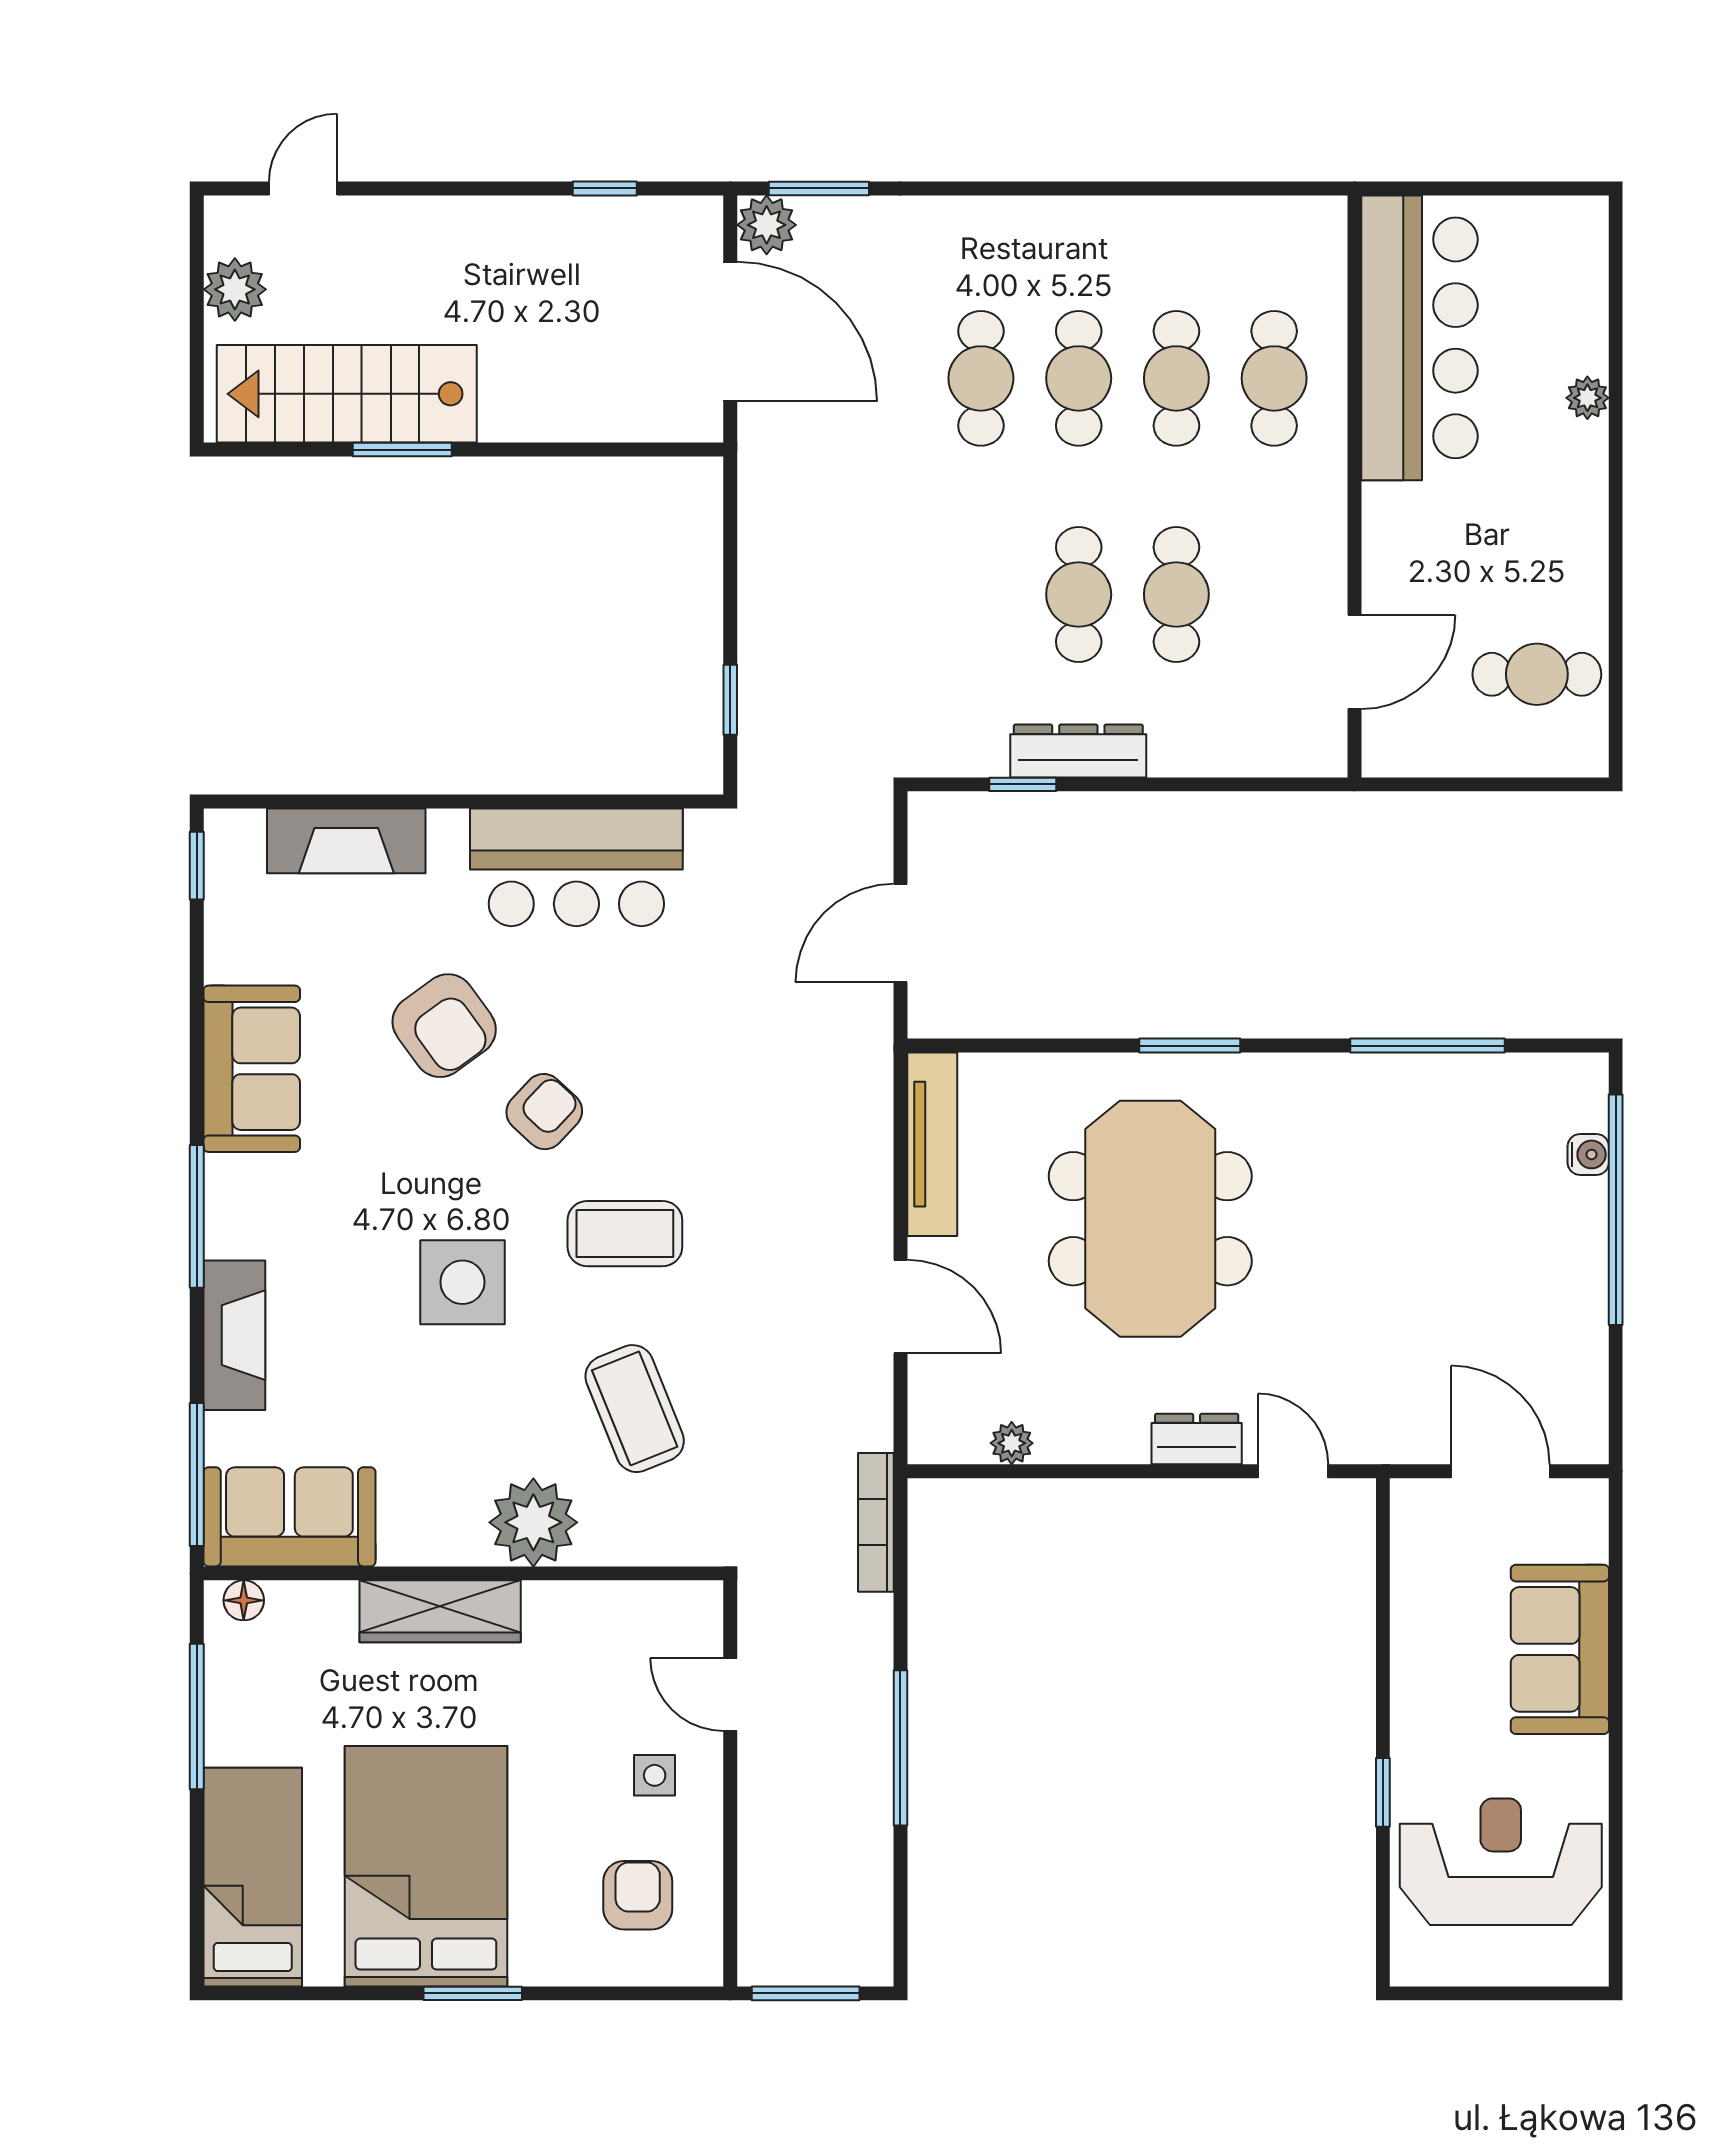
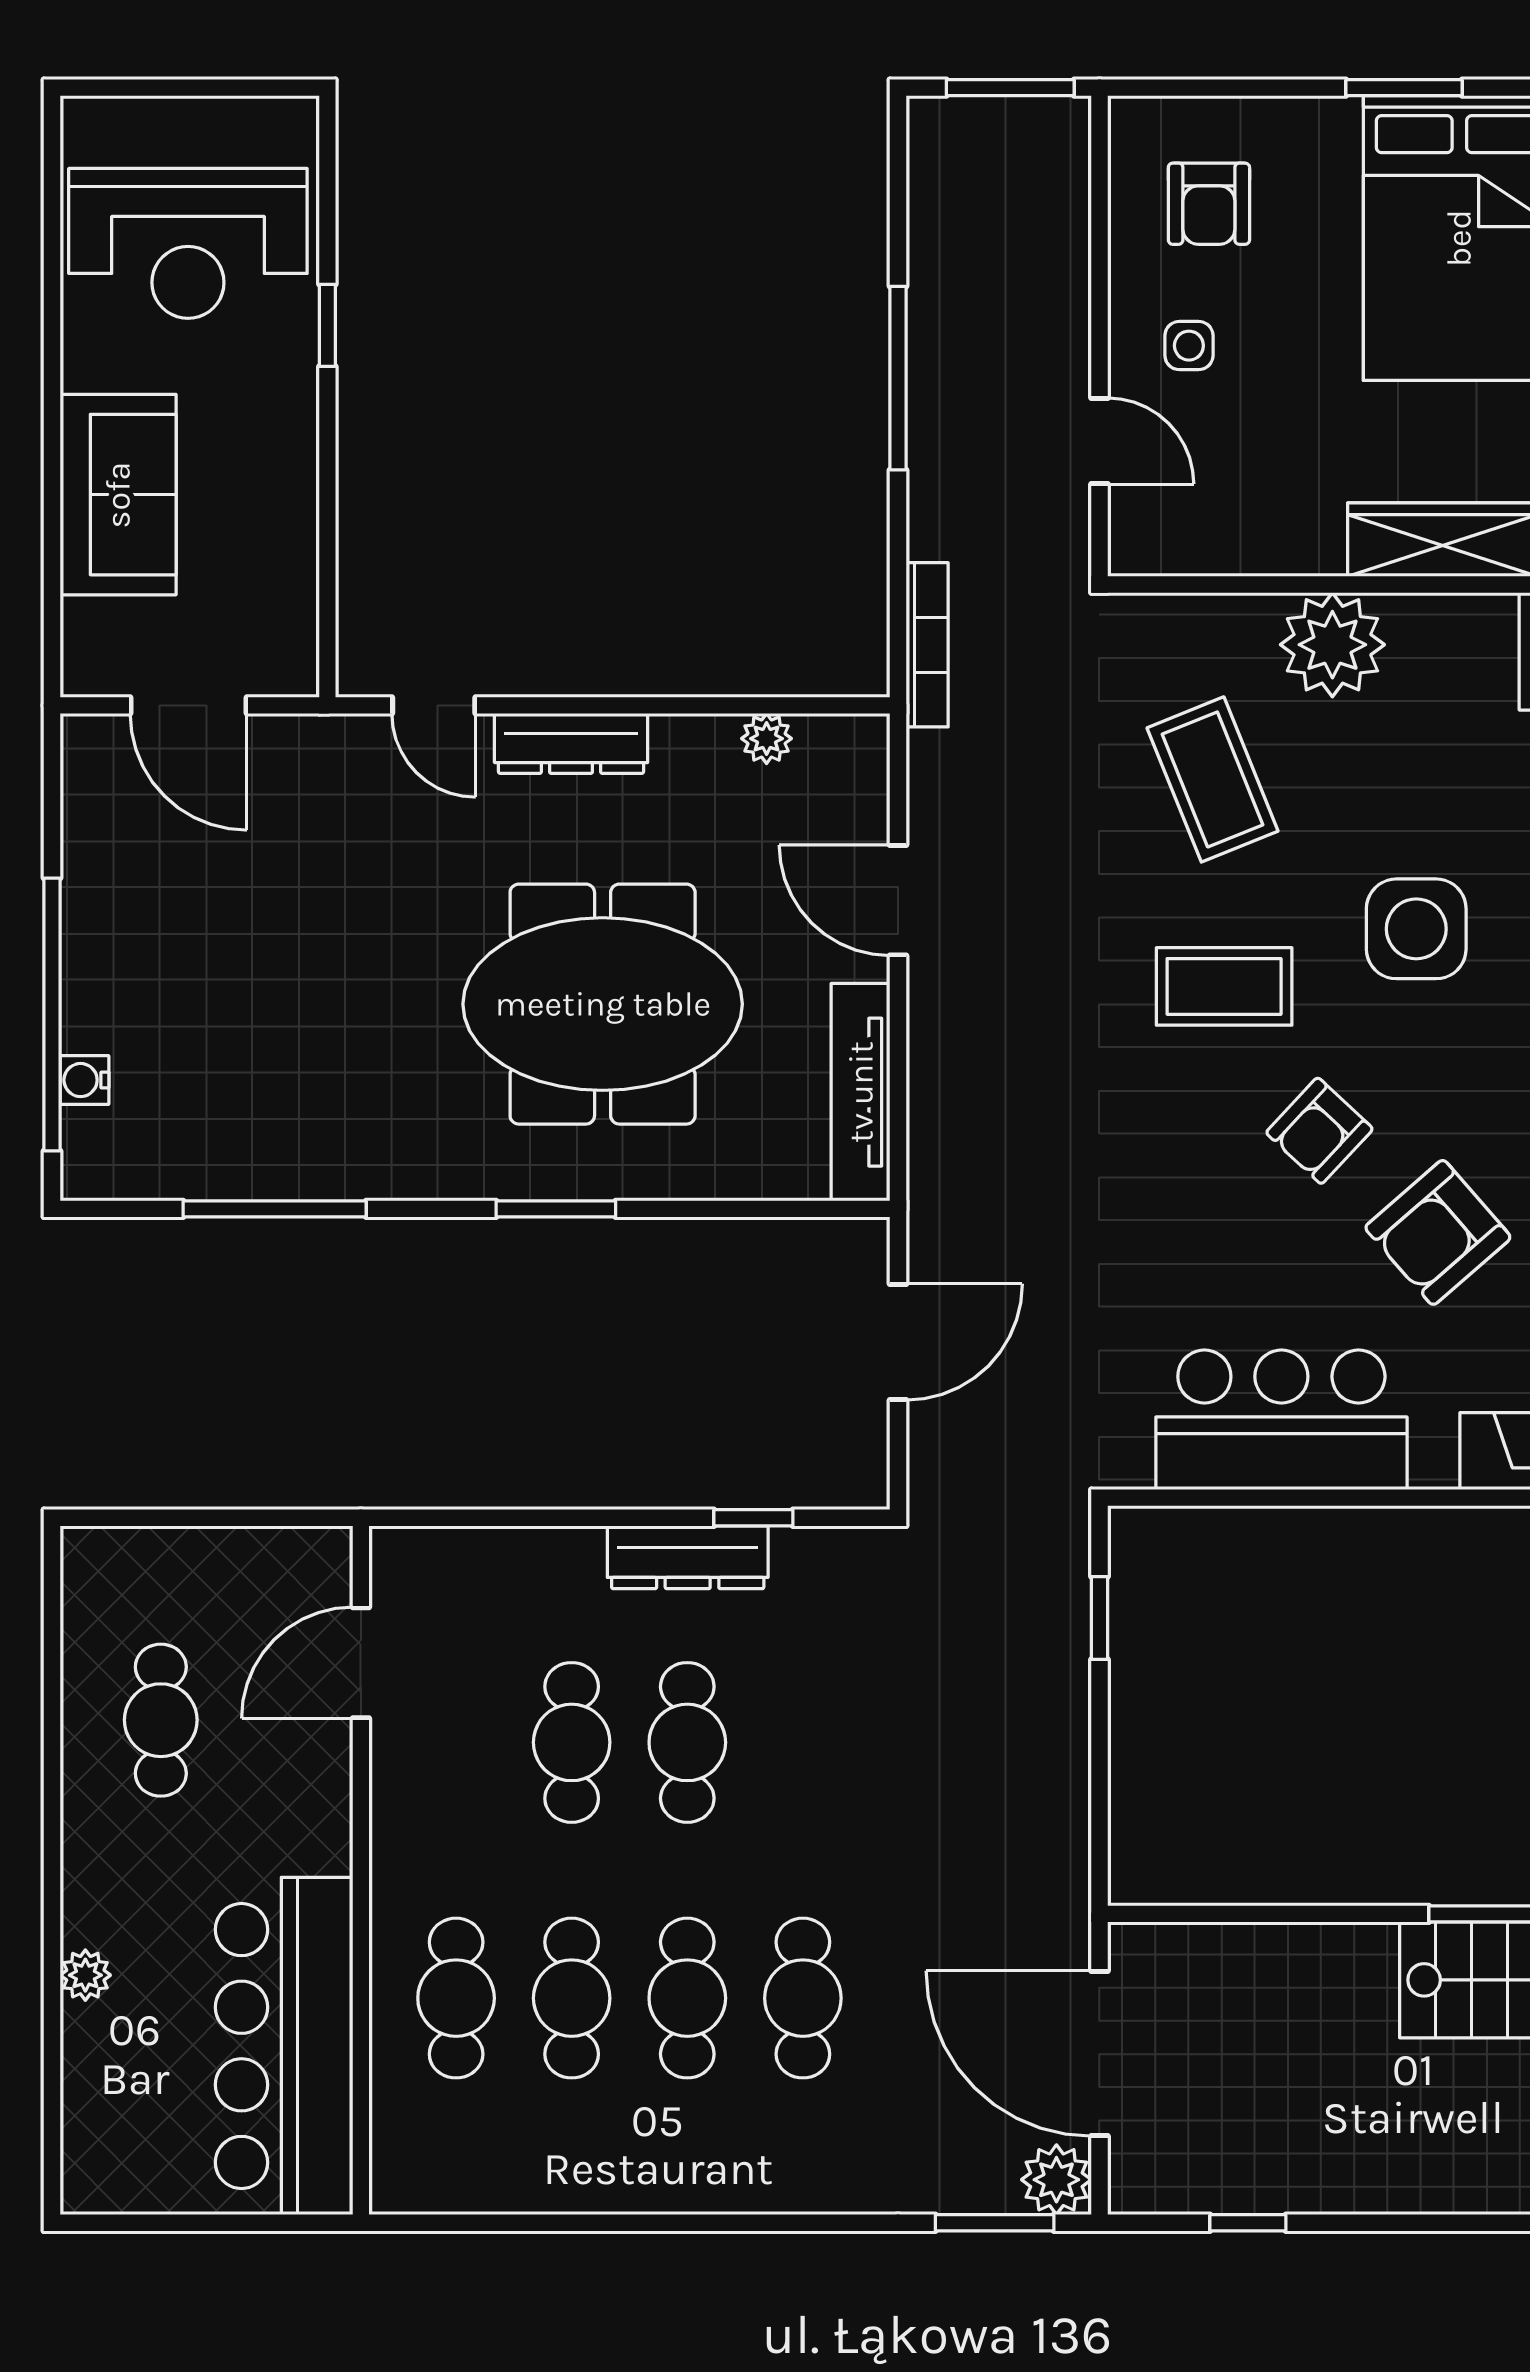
cafe table: (1537, 674) -> (161, 1720), moved, turned 90
armchair: (444, 1026) -> (1438, 1232), turned -95
meeting table: (1150, 1219) -> (603, 1004), turned 90
dresser: (1197, 1439) -> (571, 743), width x1.44

